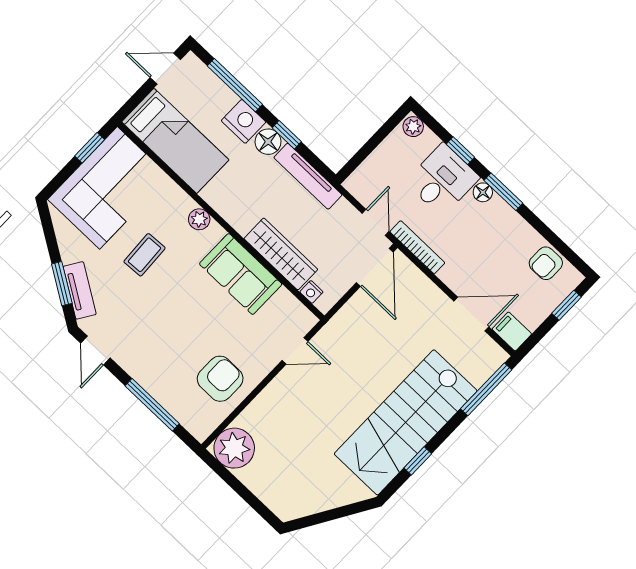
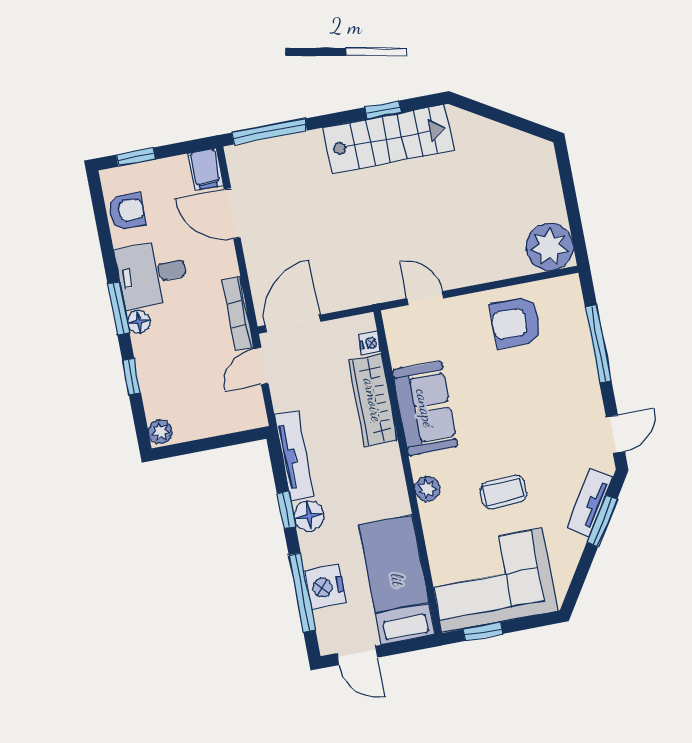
nightstand: (244, 121) -> (325, 587), moved
desk: (443, 180) -> (152, 274), moved
stairs: (406, 422) -> (389, 139), width x0.73, depth x0.66

